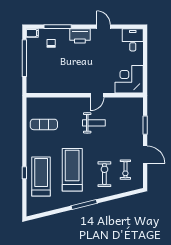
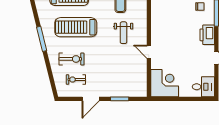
weight bench: (94, 123) -> (123, 33), moved
treadmill: (72, 170) -> (76, 27), turned 180

